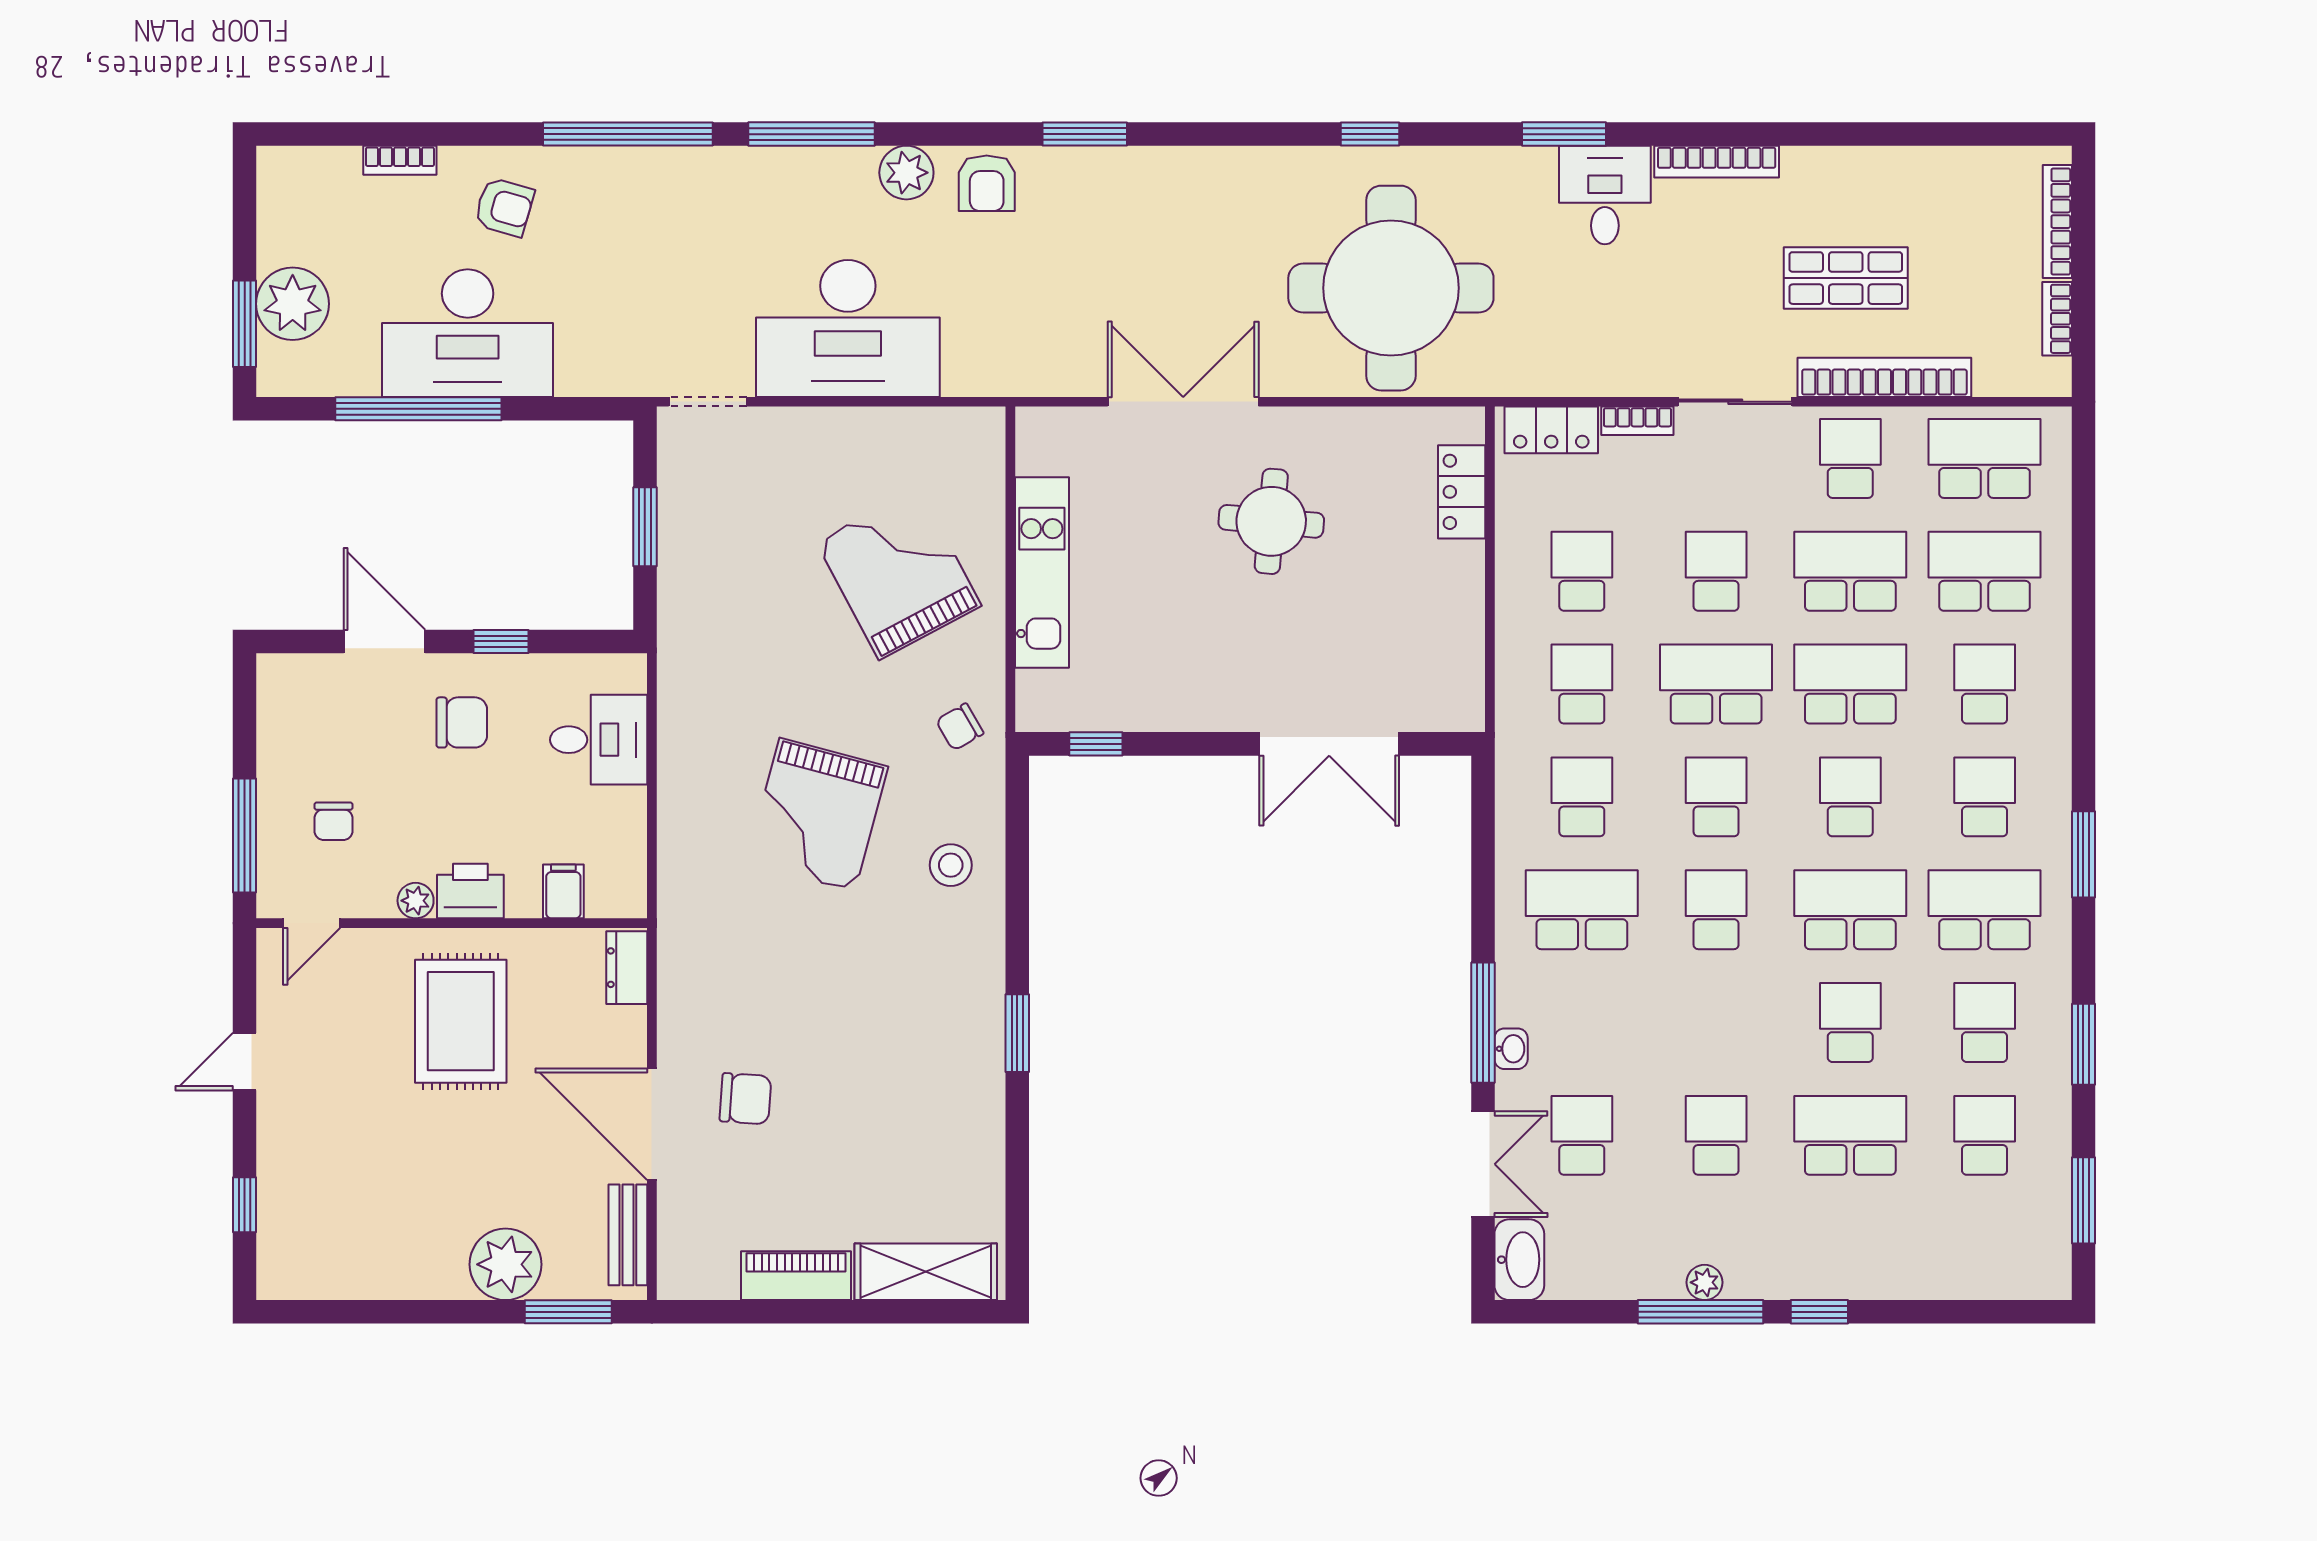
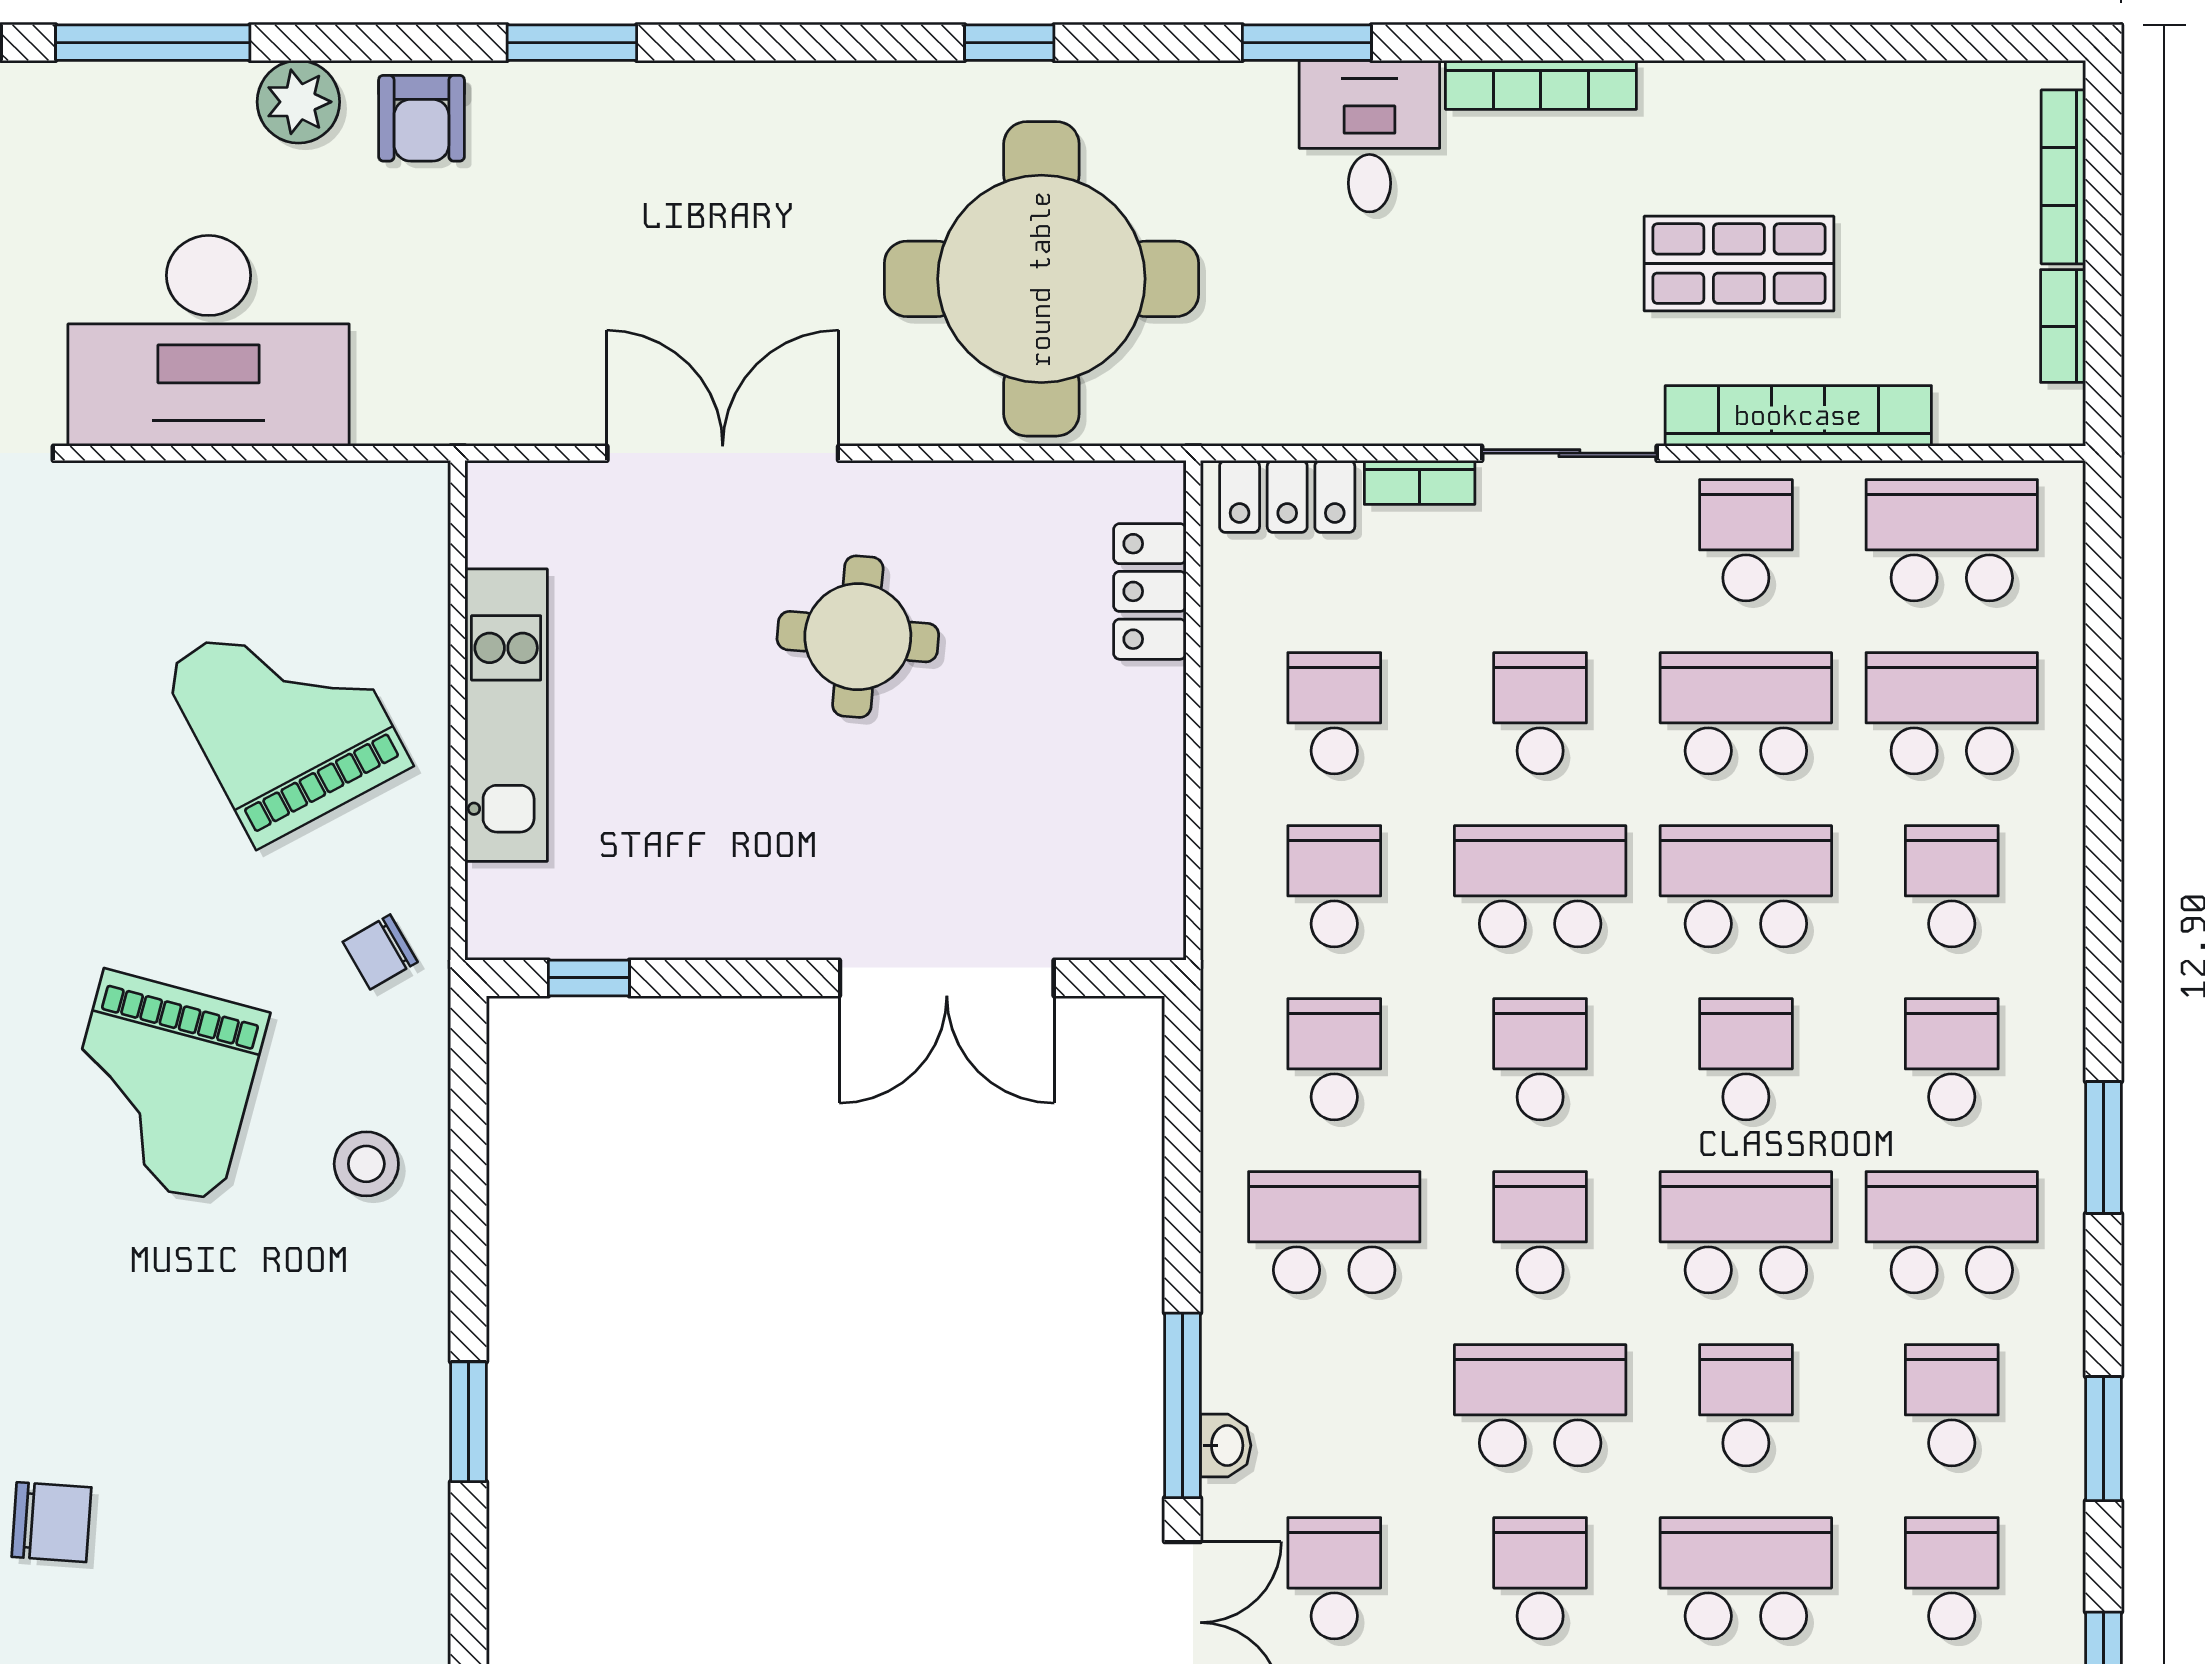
school desk: (1716, 1023) -> (1540, 1405), added

